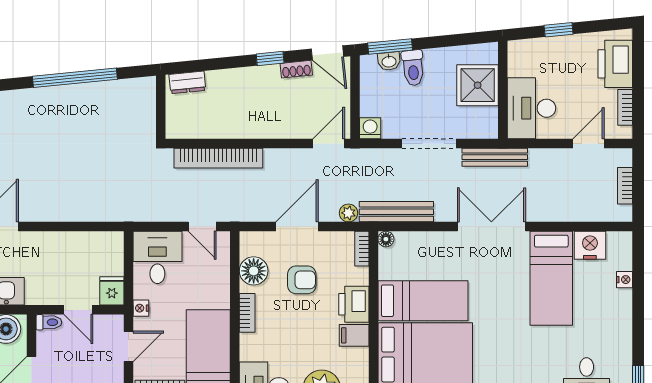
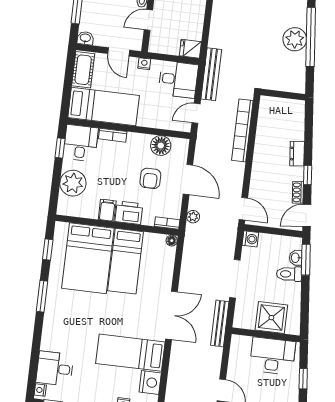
dresser: (187, 82) -> (297, 154), moved
plant: (81, 100) -> (295, 39), added
desk: (532, 108) -> (273, 356), moved
bench: (396, 212) -> (211, 74), moved
fridge: (112, 291) -> (190, 49), moved, turned 180
bookcase: (247, 313) -> (113, 135), moved

